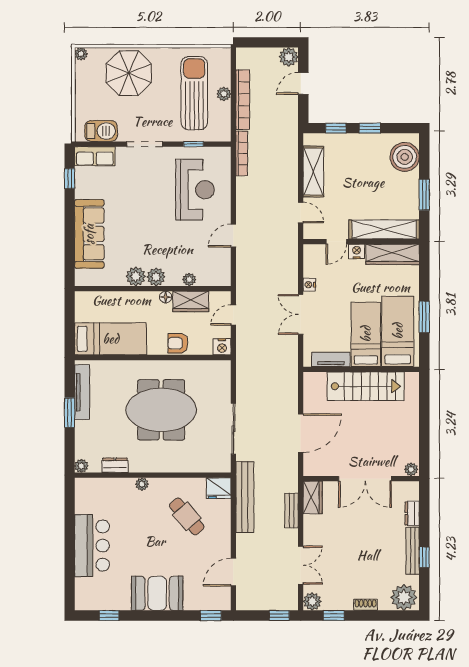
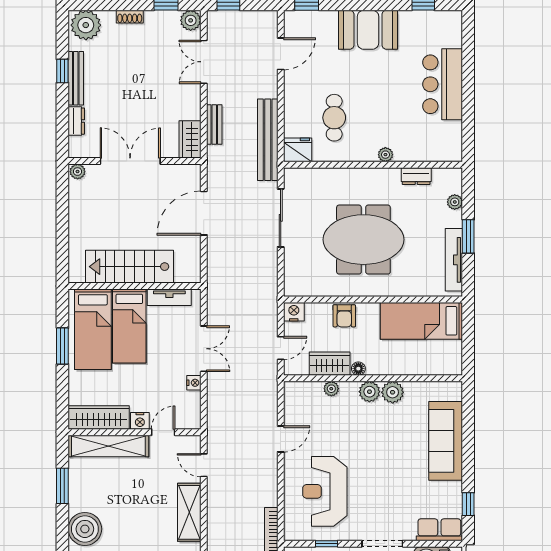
armchair: (178, 343) -> (344, 316), turned 90
plant: (81, 466) -> (455, 202), moved
cafe table: (187, 516) -> (334, 118), turned 41

